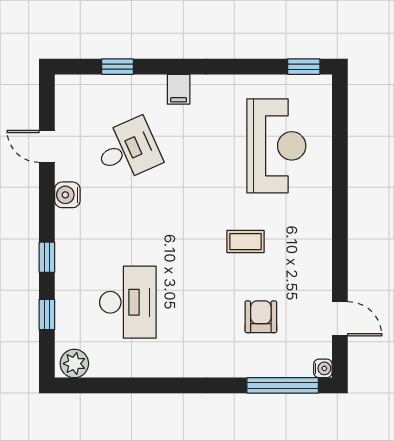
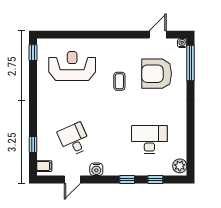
filing cabinet: (179, 89) -> (44, 166), moved
armchair: (261, 317) -> (157, 74), width x1.88, depth x1.88

